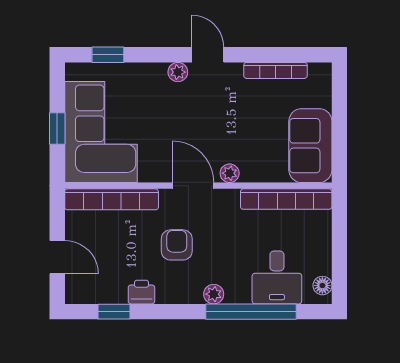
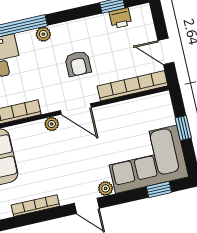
corner sofa: (101, 132) -> (146, 159), moved, turned 90
door: (57, 257) -> (166, 51), moved
printer: (141, 292) -> (120, 18), moved

